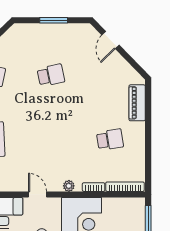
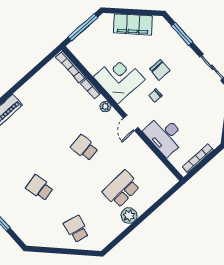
school desk: (110, 140) -> (84, 148), moved

